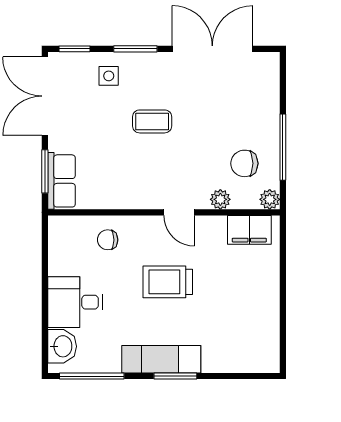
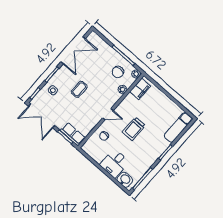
double door: (212, 49) -> (73, 50), swing flipped
door: (179, 212) -> (108, 114), moved
exam couch: (161, 359) -> (178, 127), moved

